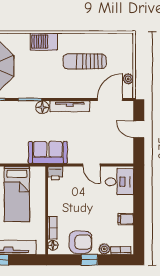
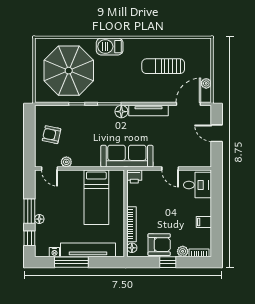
barbecue: (44, 42) -> (110, 47), moved
sofa: (48, 152) -> (127, 156), width x1.36
bookcase: (53, 228) -> (131, 224), width x1.56

